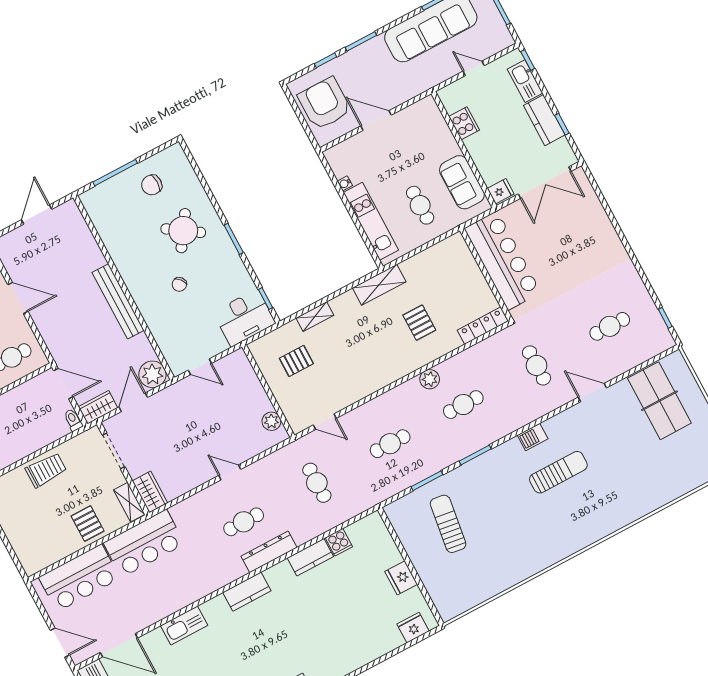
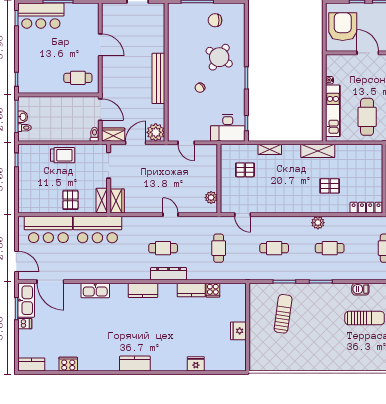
cafe table: (420, 205) -> (367, 117), width x1.37, depth x1.35
pallet: (419, 323) -> (330, 186), turned 90
fridge: (413, 628) -> (196, 364), moved

